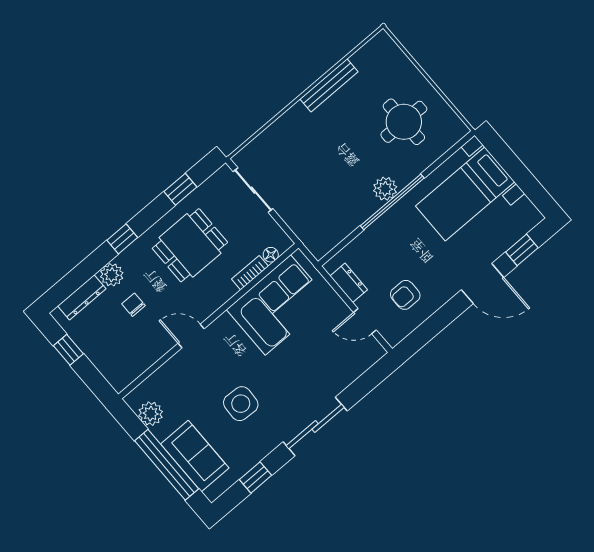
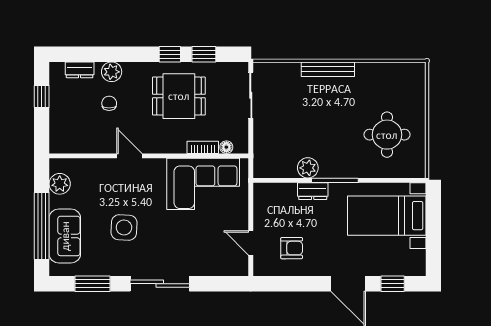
bench: (329, 85) -> (328, 69), moved
plant: (385, 189) -> (308, 168), moved
window: (392, 202) -> (335, 180), width x0.68
window: (122, 239) -> (170, 54), moved
dresser: (349, 283) -> (313, 191), moved, turned 90
armchair: (405, 295) -> (292, 248), turned 180
dresser: (82, 297) -> (80, 70), width x0.70
window: (256, 477) -> (93, 284), width x1.50

